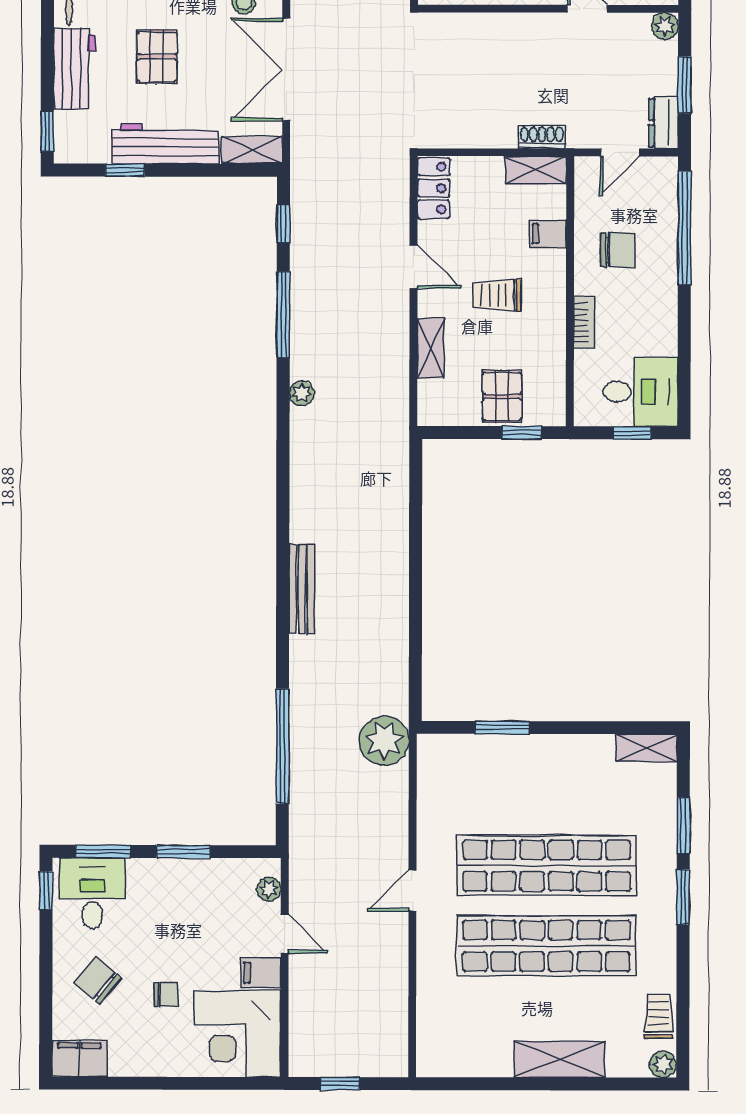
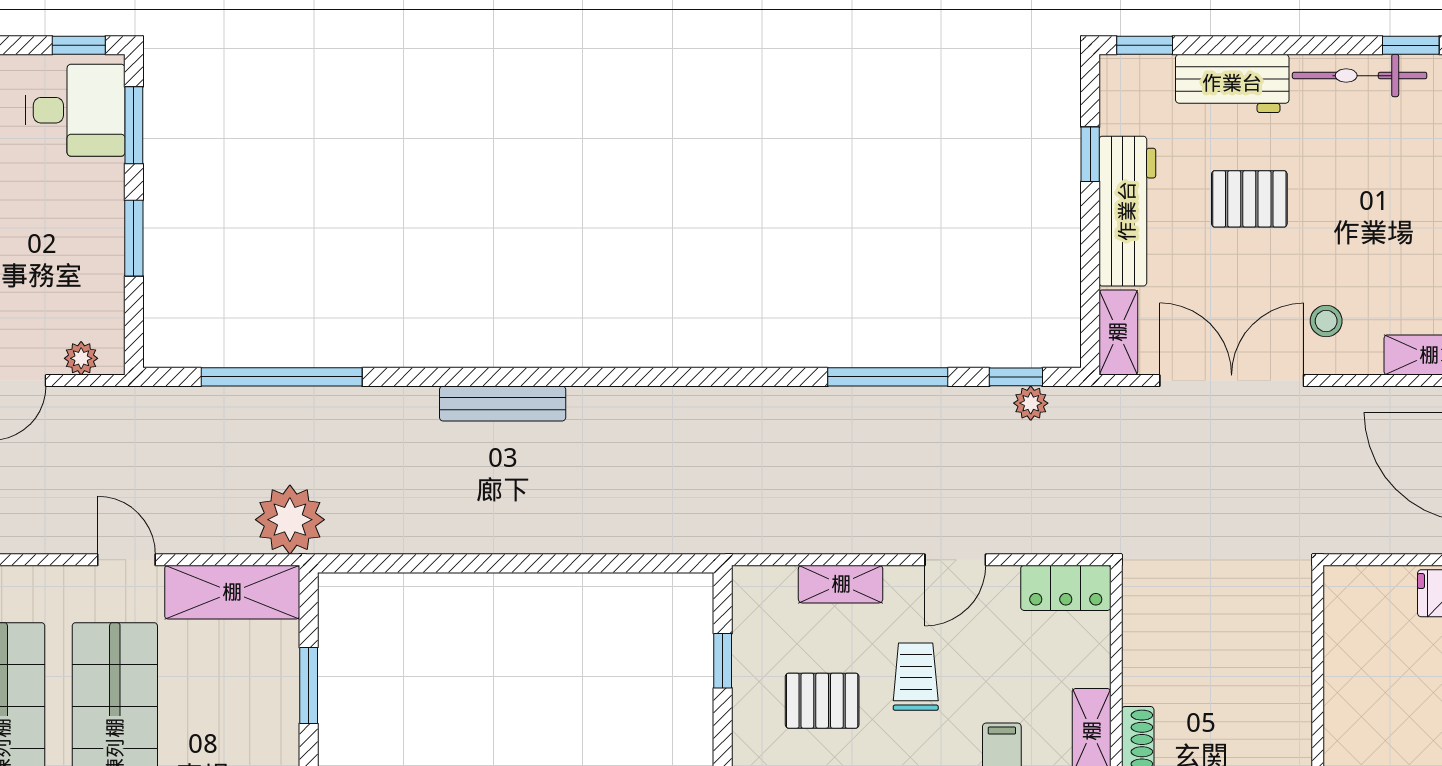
plant: (302, 393) -> (1031, 403), moved
pallet: (502, 396) -> (822, 701), moved
window: (522, 433) -> (723, 661), moved
shelving: (436, 782) -> (232, 592), added
door: (412, 891) -> (126, 560), moved

